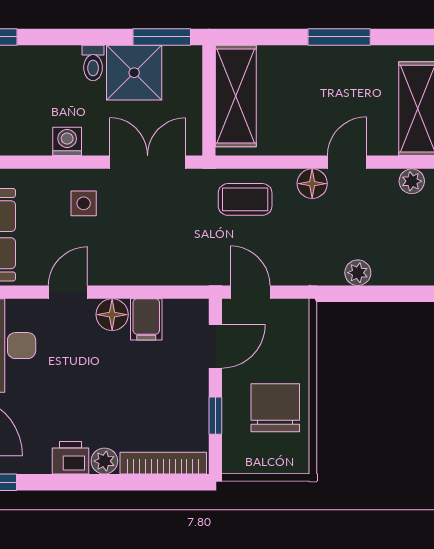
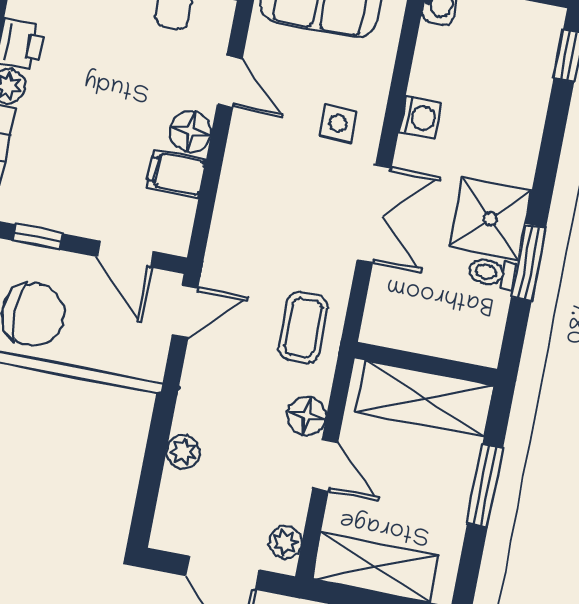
toilet: (93, 63) -> (492, 273), moved
shelving: (236, 96) -> (425, 398), moved
wall: (209, 100) -> (426, 364), moved

